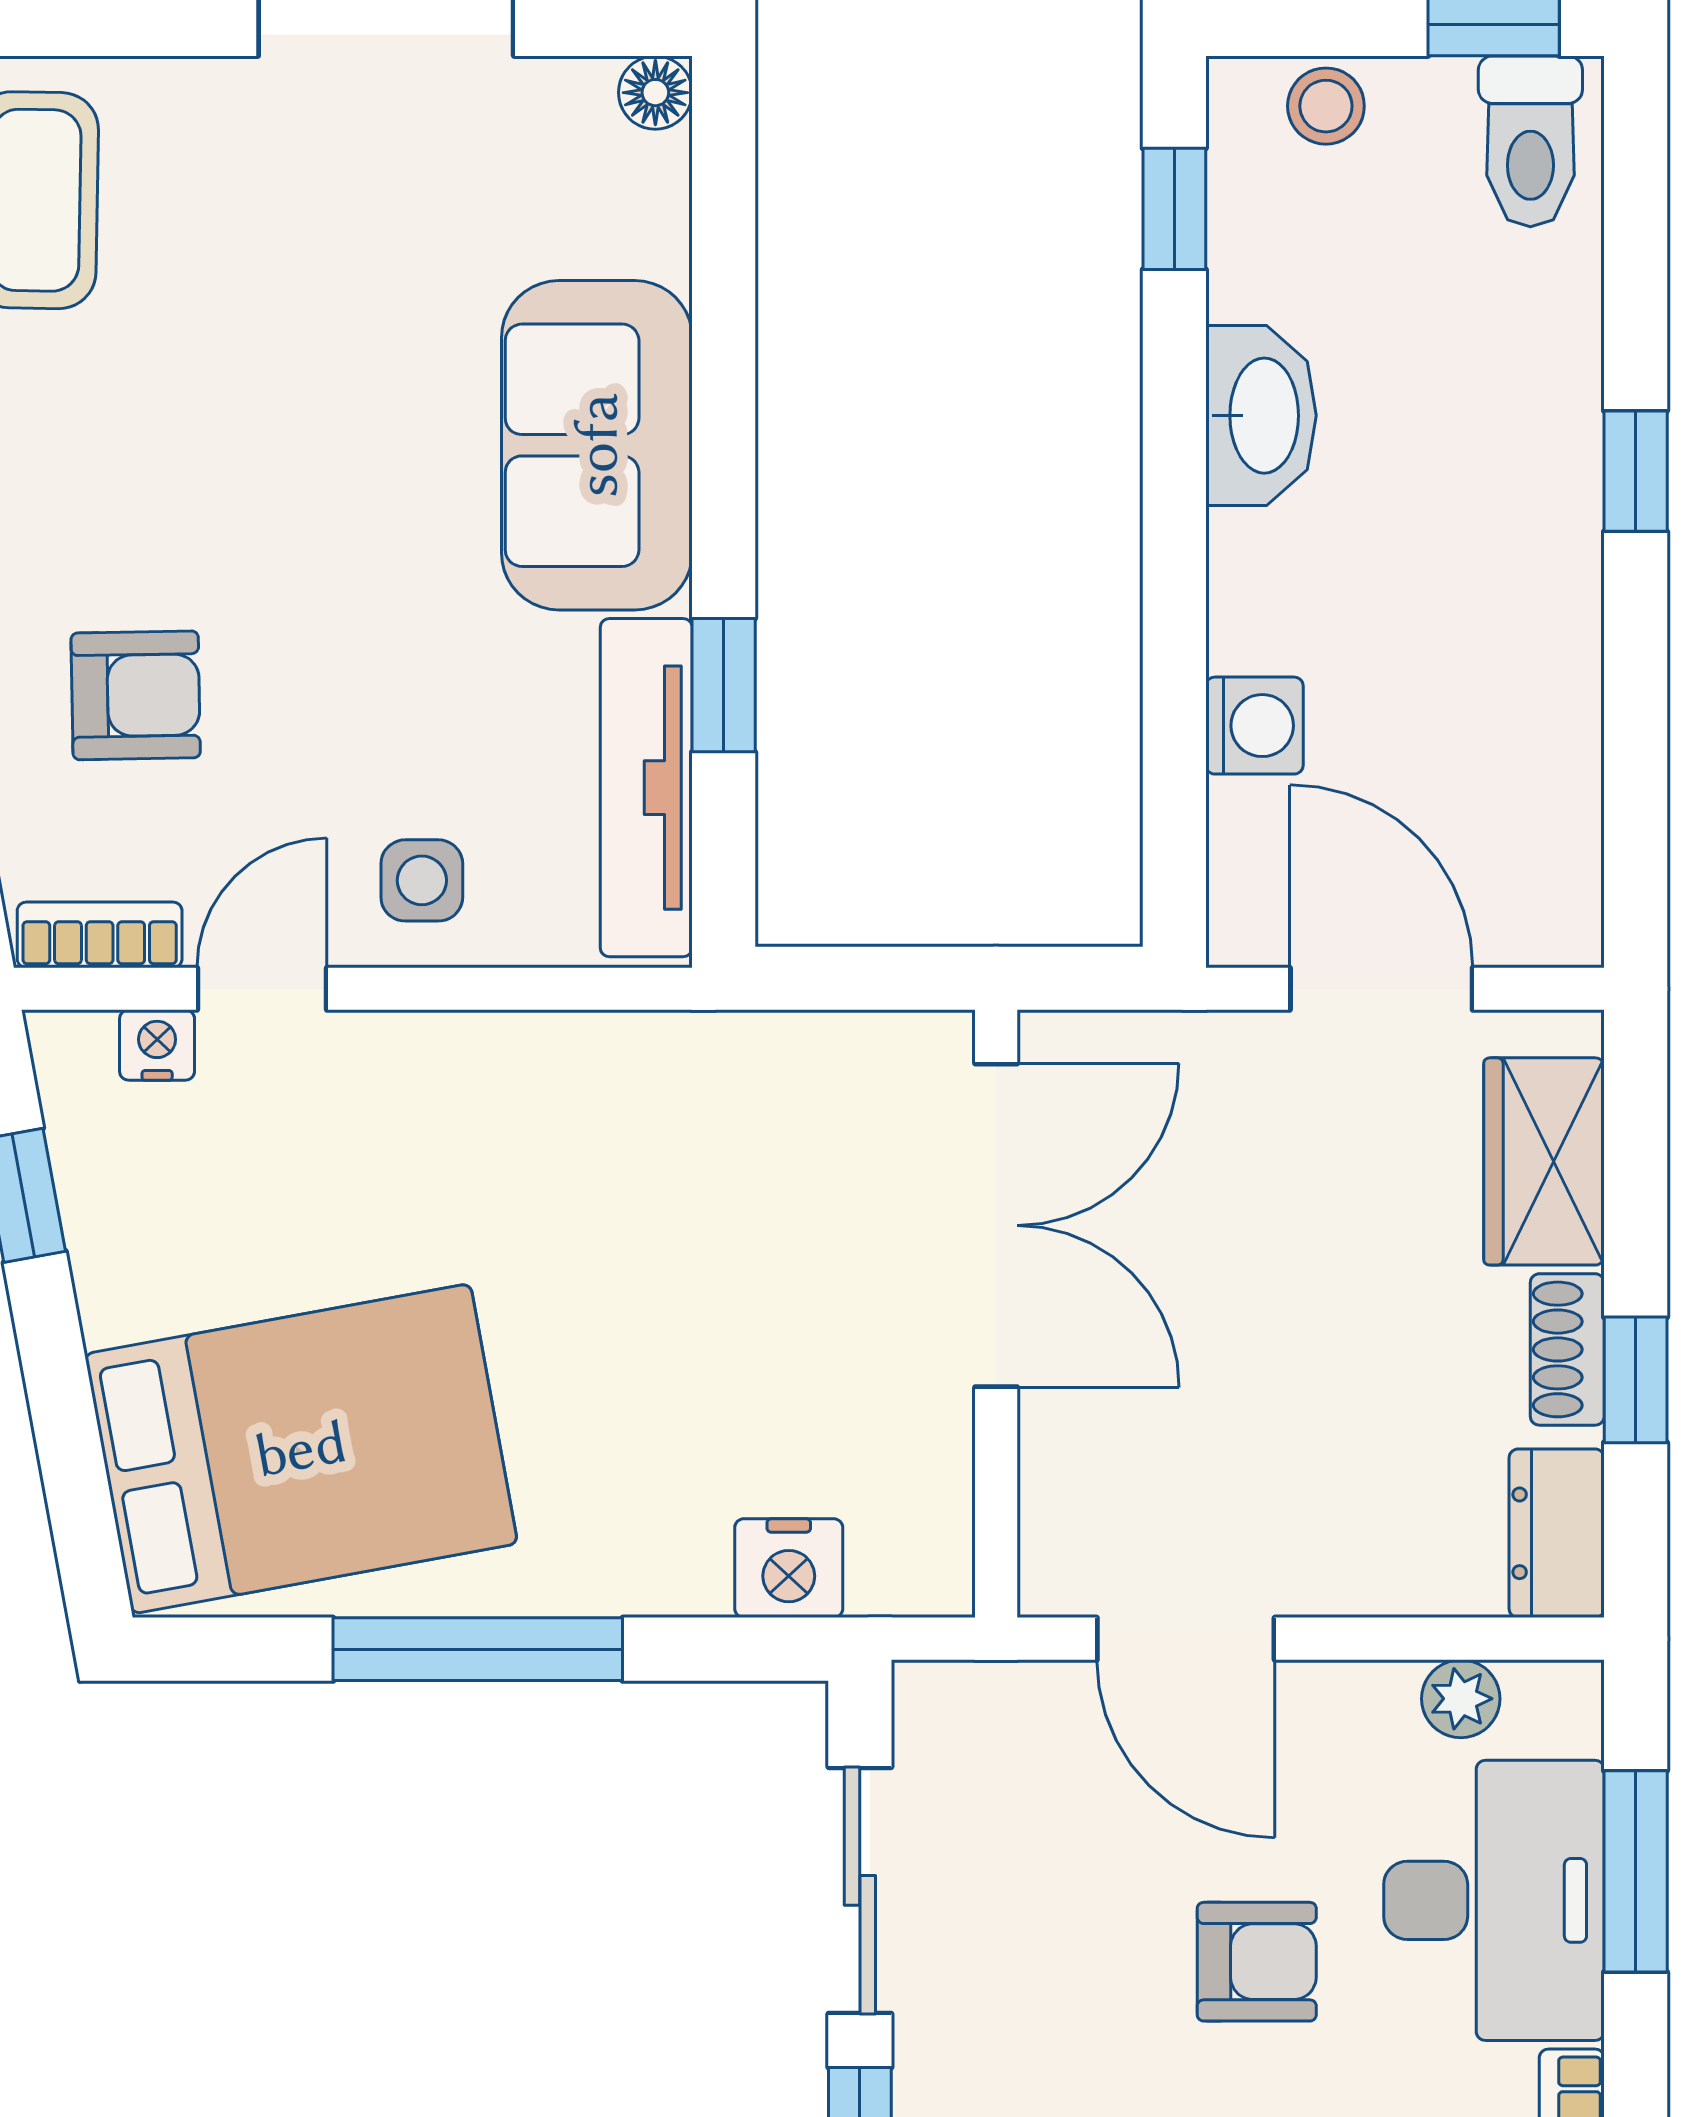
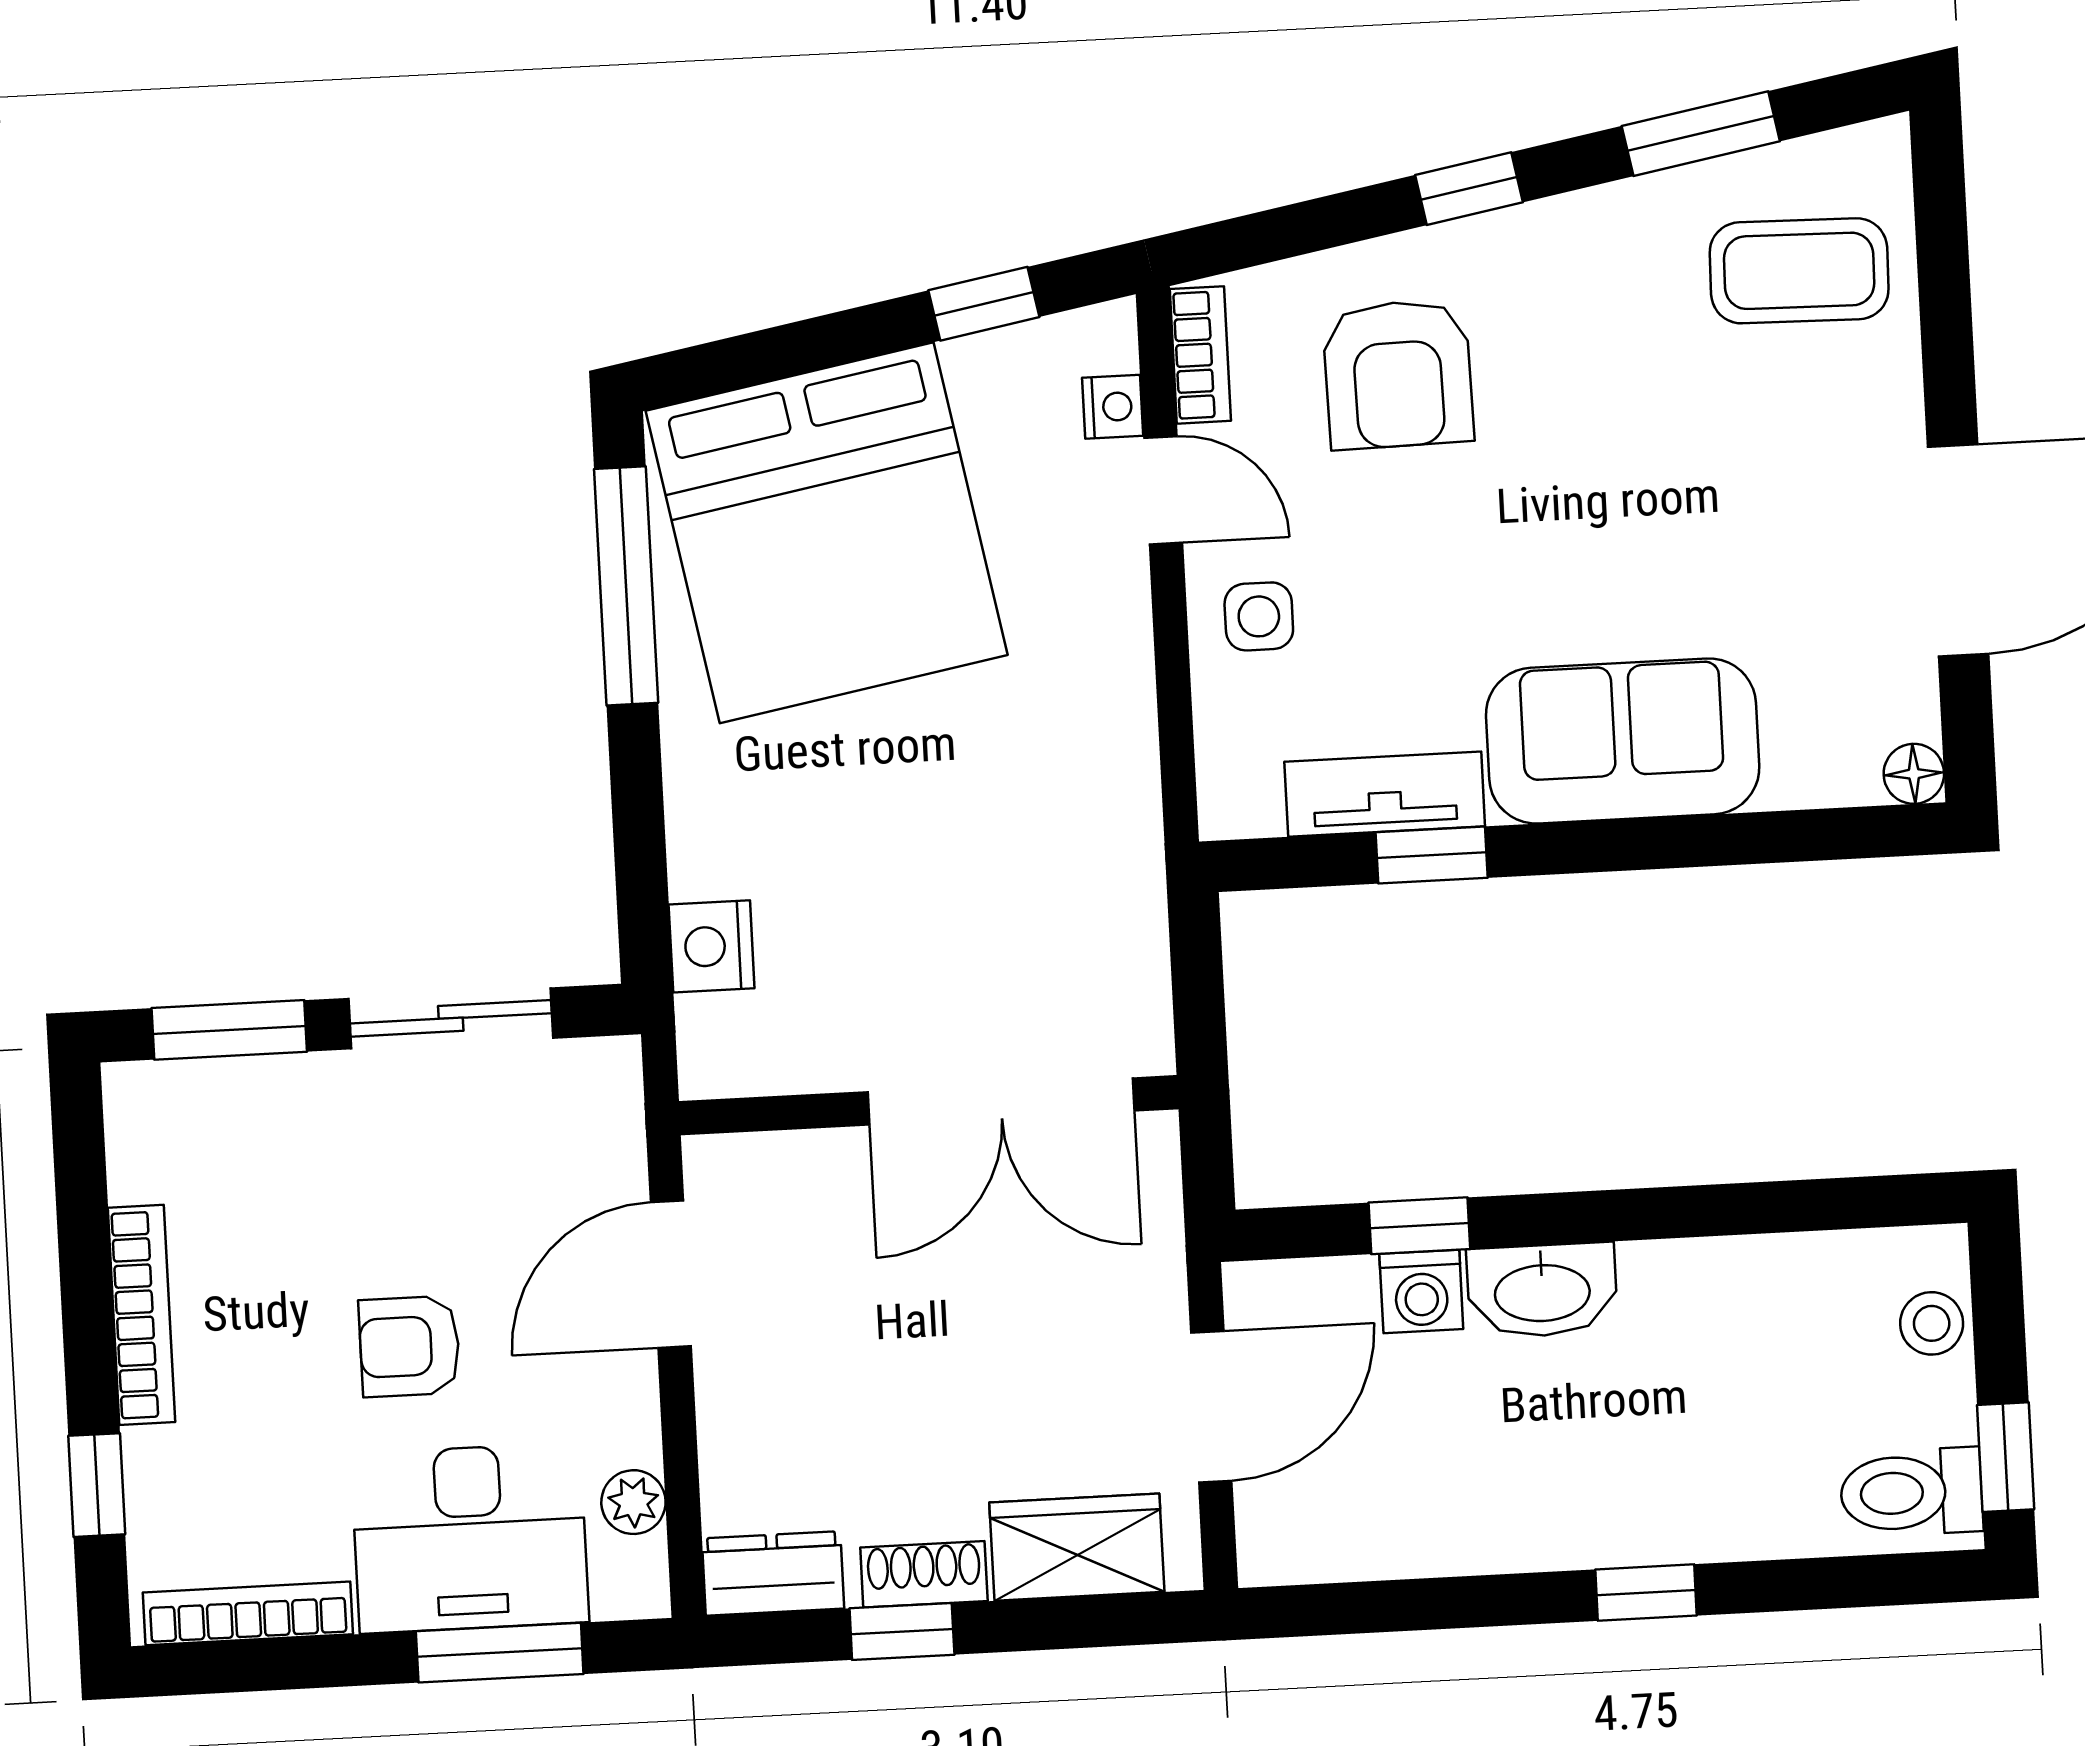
window: (1174, 209) -> (1419, 1226), moved
washbasin: (1261, 416) -> (1542, 1290), moved
armchair: (136, 695) -> (1398, 374), width x1.38, depth x1.38
tv unit: (646, 788) -> (1385, 794), width x0.71
bed: (301, 1449) -> (827, 533), width x1.36
window: (478, 1649) -> (626, 586), moved
armchair: (1257, 1962) -> (409, 1346), turned 90

